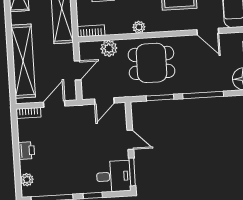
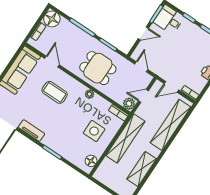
plant: (109, 48) -> (129, 104), moved
door: (104, 101) -> (141, 67), hinge flipped
door: (130, 140) -> (143, 33), swing flipped

